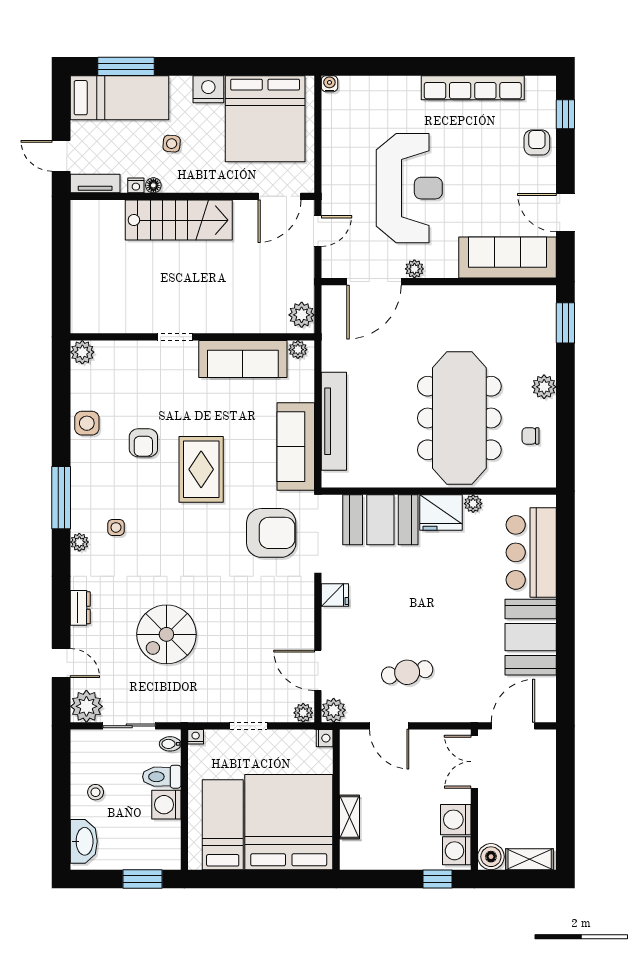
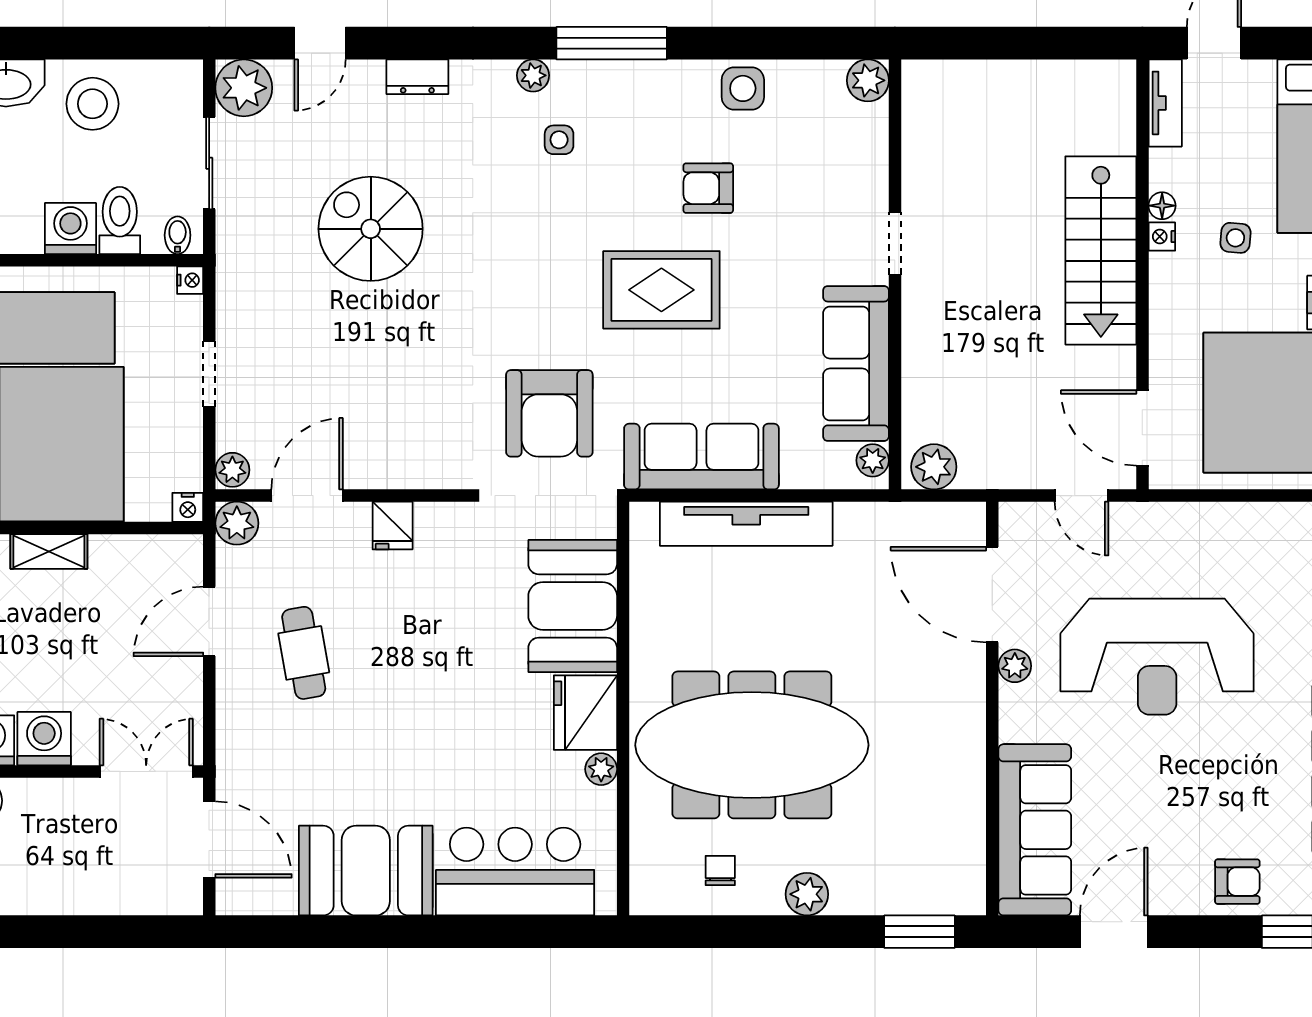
nightstand: (136, 185) -> (1162, 237), moved
fridge: (335, 595) -> (393, 526), moved
stool: (96, 792) -> (92, 104), width x1.89, depth x1.89

